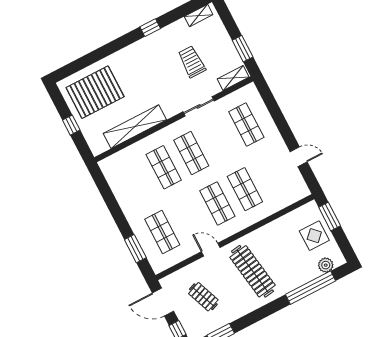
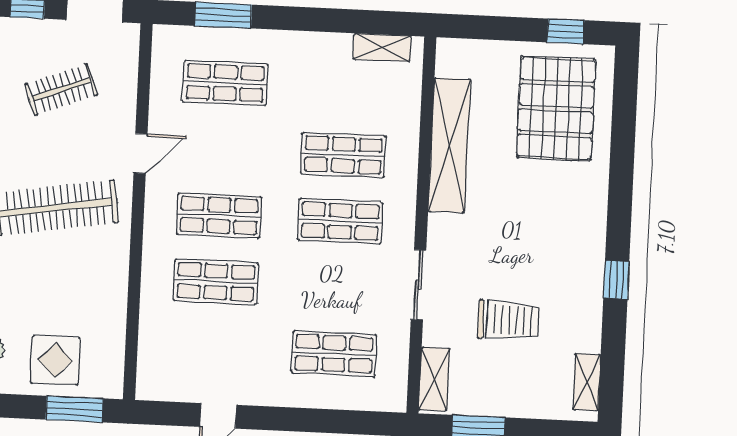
window: (71, 125) -> (566, 31), moved
shelving: (111, 177) -> (382, 47), added

